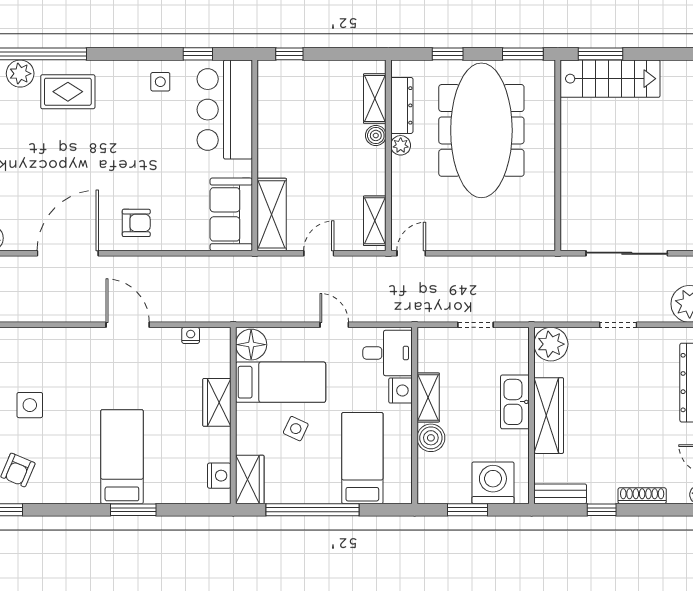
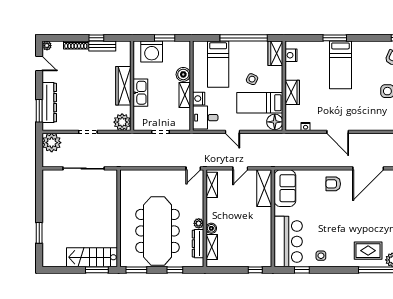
bench: (560, 494) -> (102, 46), moved

